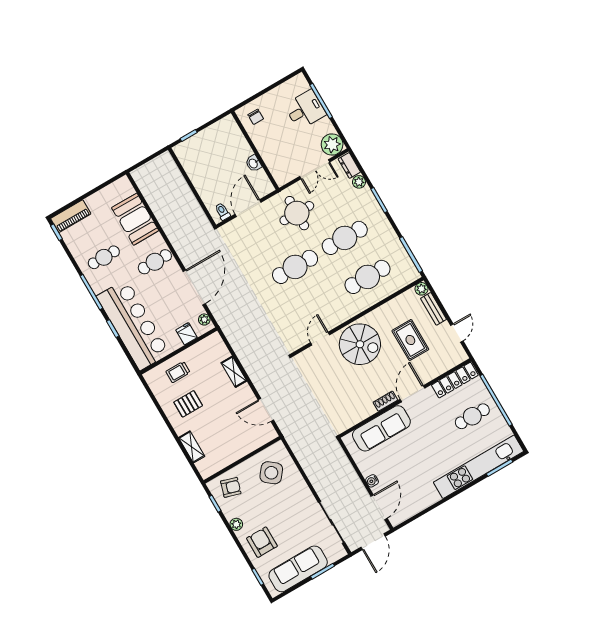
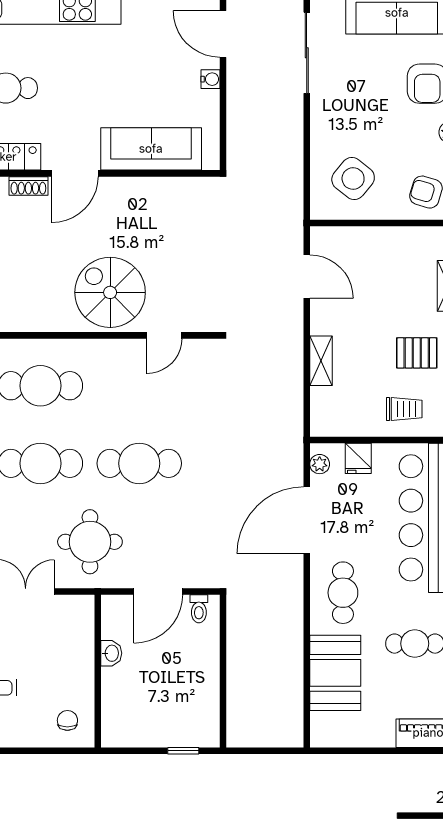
cafe table: (155, 262) -> (343, 593), turned 90
rug: (410, 340) -> (32, 255), removed
shoe rack: (385, 401) -> (28, 186), moved
door: (379, 507) -> (223, 34), hinge flipped

